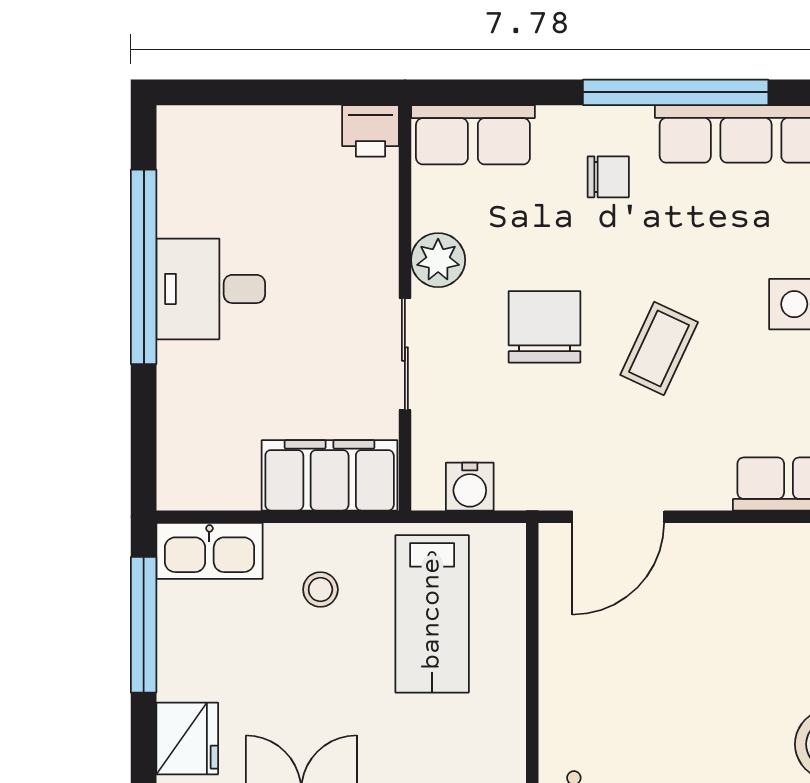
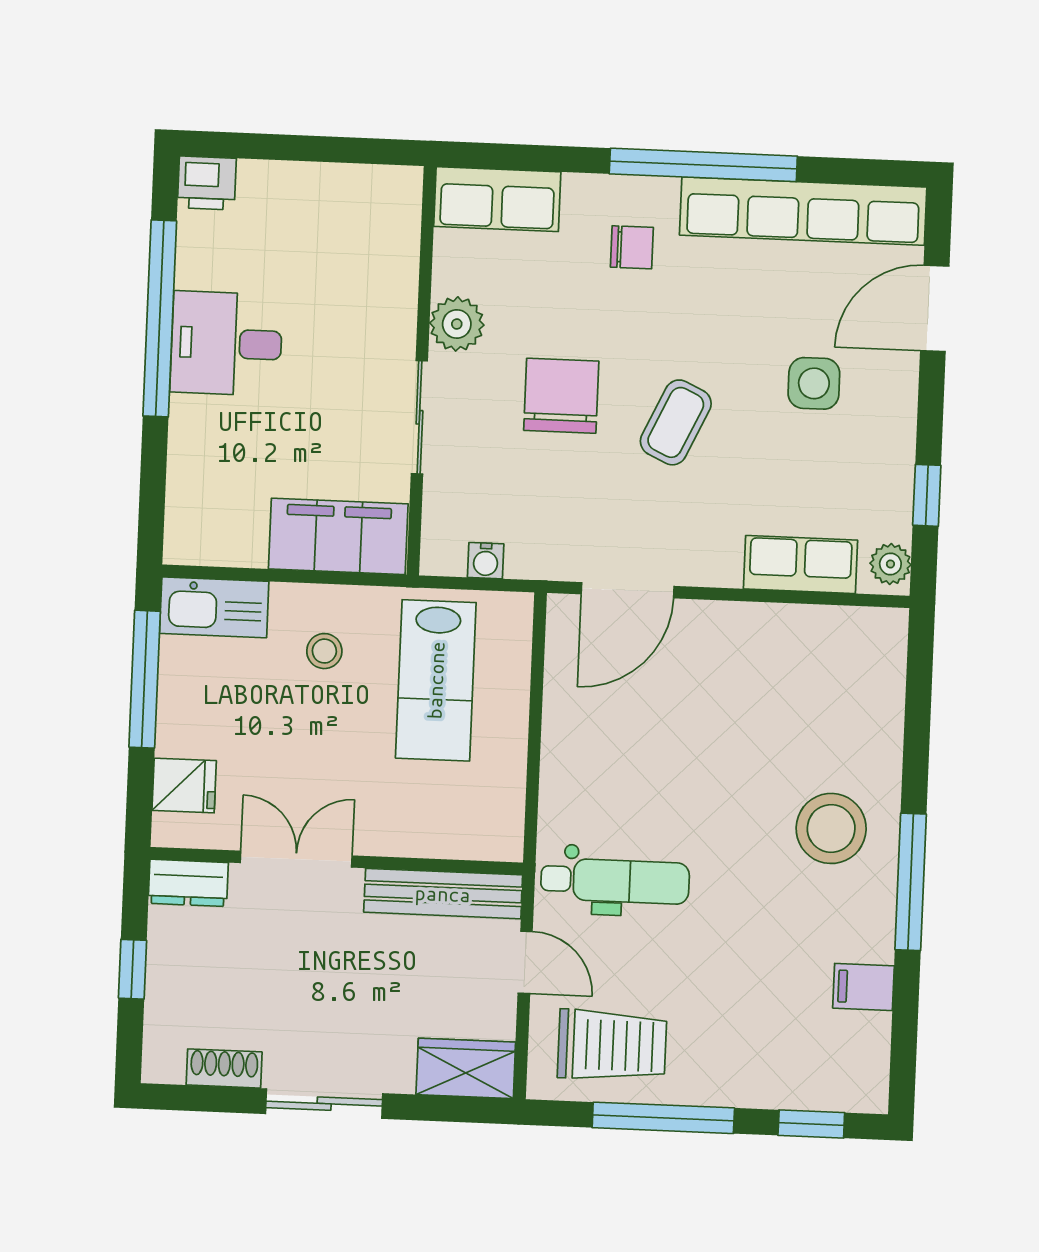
printer: (371, 131) -> (207, 183), moved
water cooler: (470, 487) -> (486, 561), width x0.72, depth x0.72
fridge: (187, 738) -> (184, 785), width x0.72

